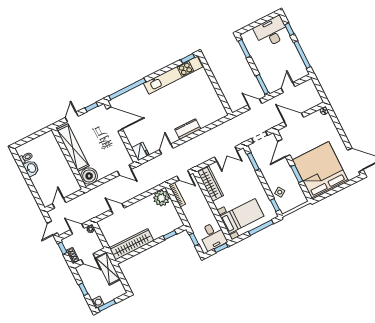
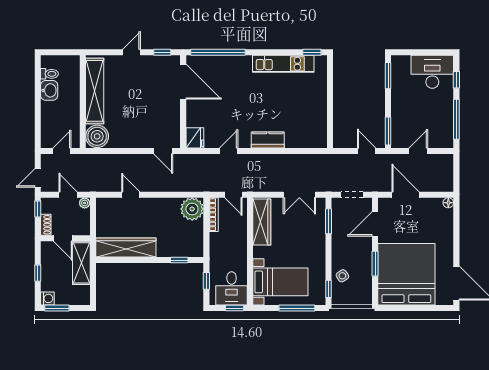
kitchen unit: (173, 75) -> (283, 64), width x0.73
shelving: (73, 148) -> (95, 91), moved
wall: (69, 158) -> (83, 102), moved
boiler: (89, 176) -> (97, 136), moved

